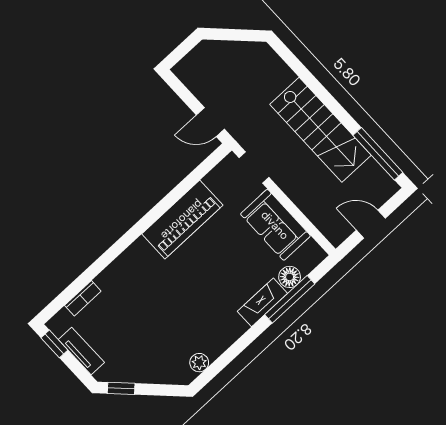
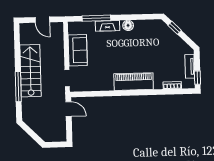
window: (378, 154) -> (18, 87), moved
piano: (182, 220) -> (134, 82), moved
floor lamp: (290, 277) -> (128, 25), moved
plant: (199, 363) -> (150, 24), removed
window: (121, 388) -> (175, 28), moved

